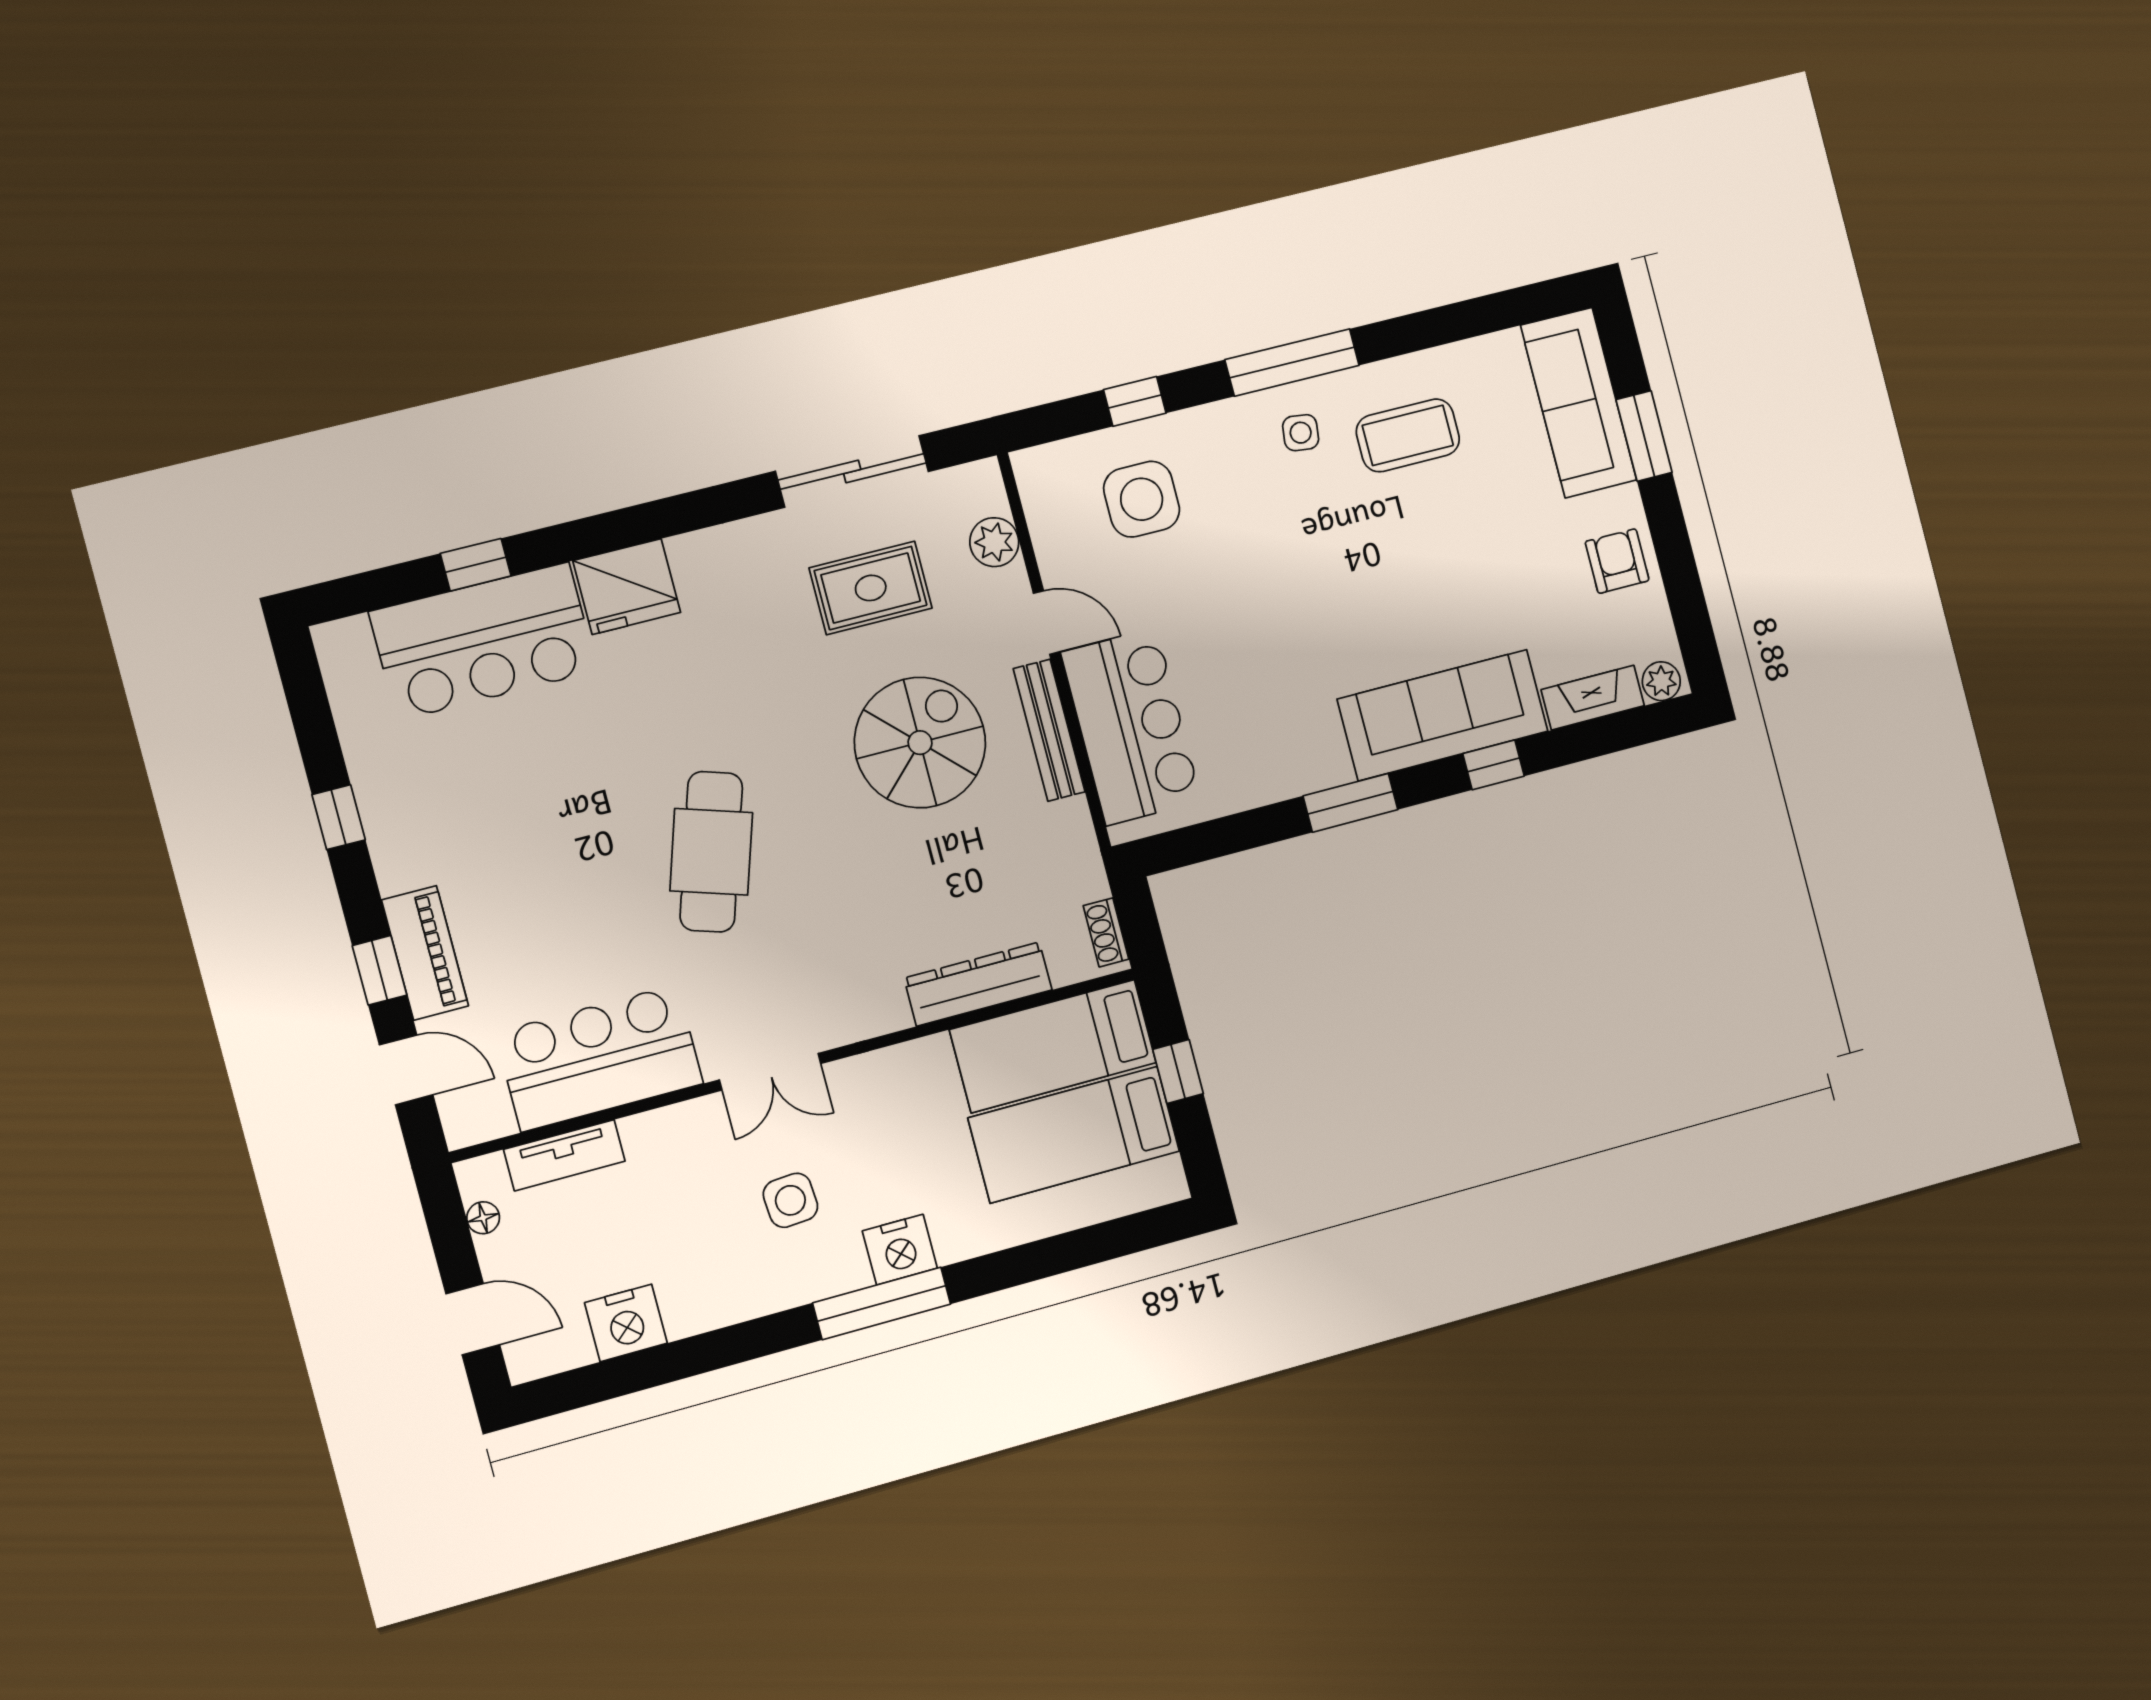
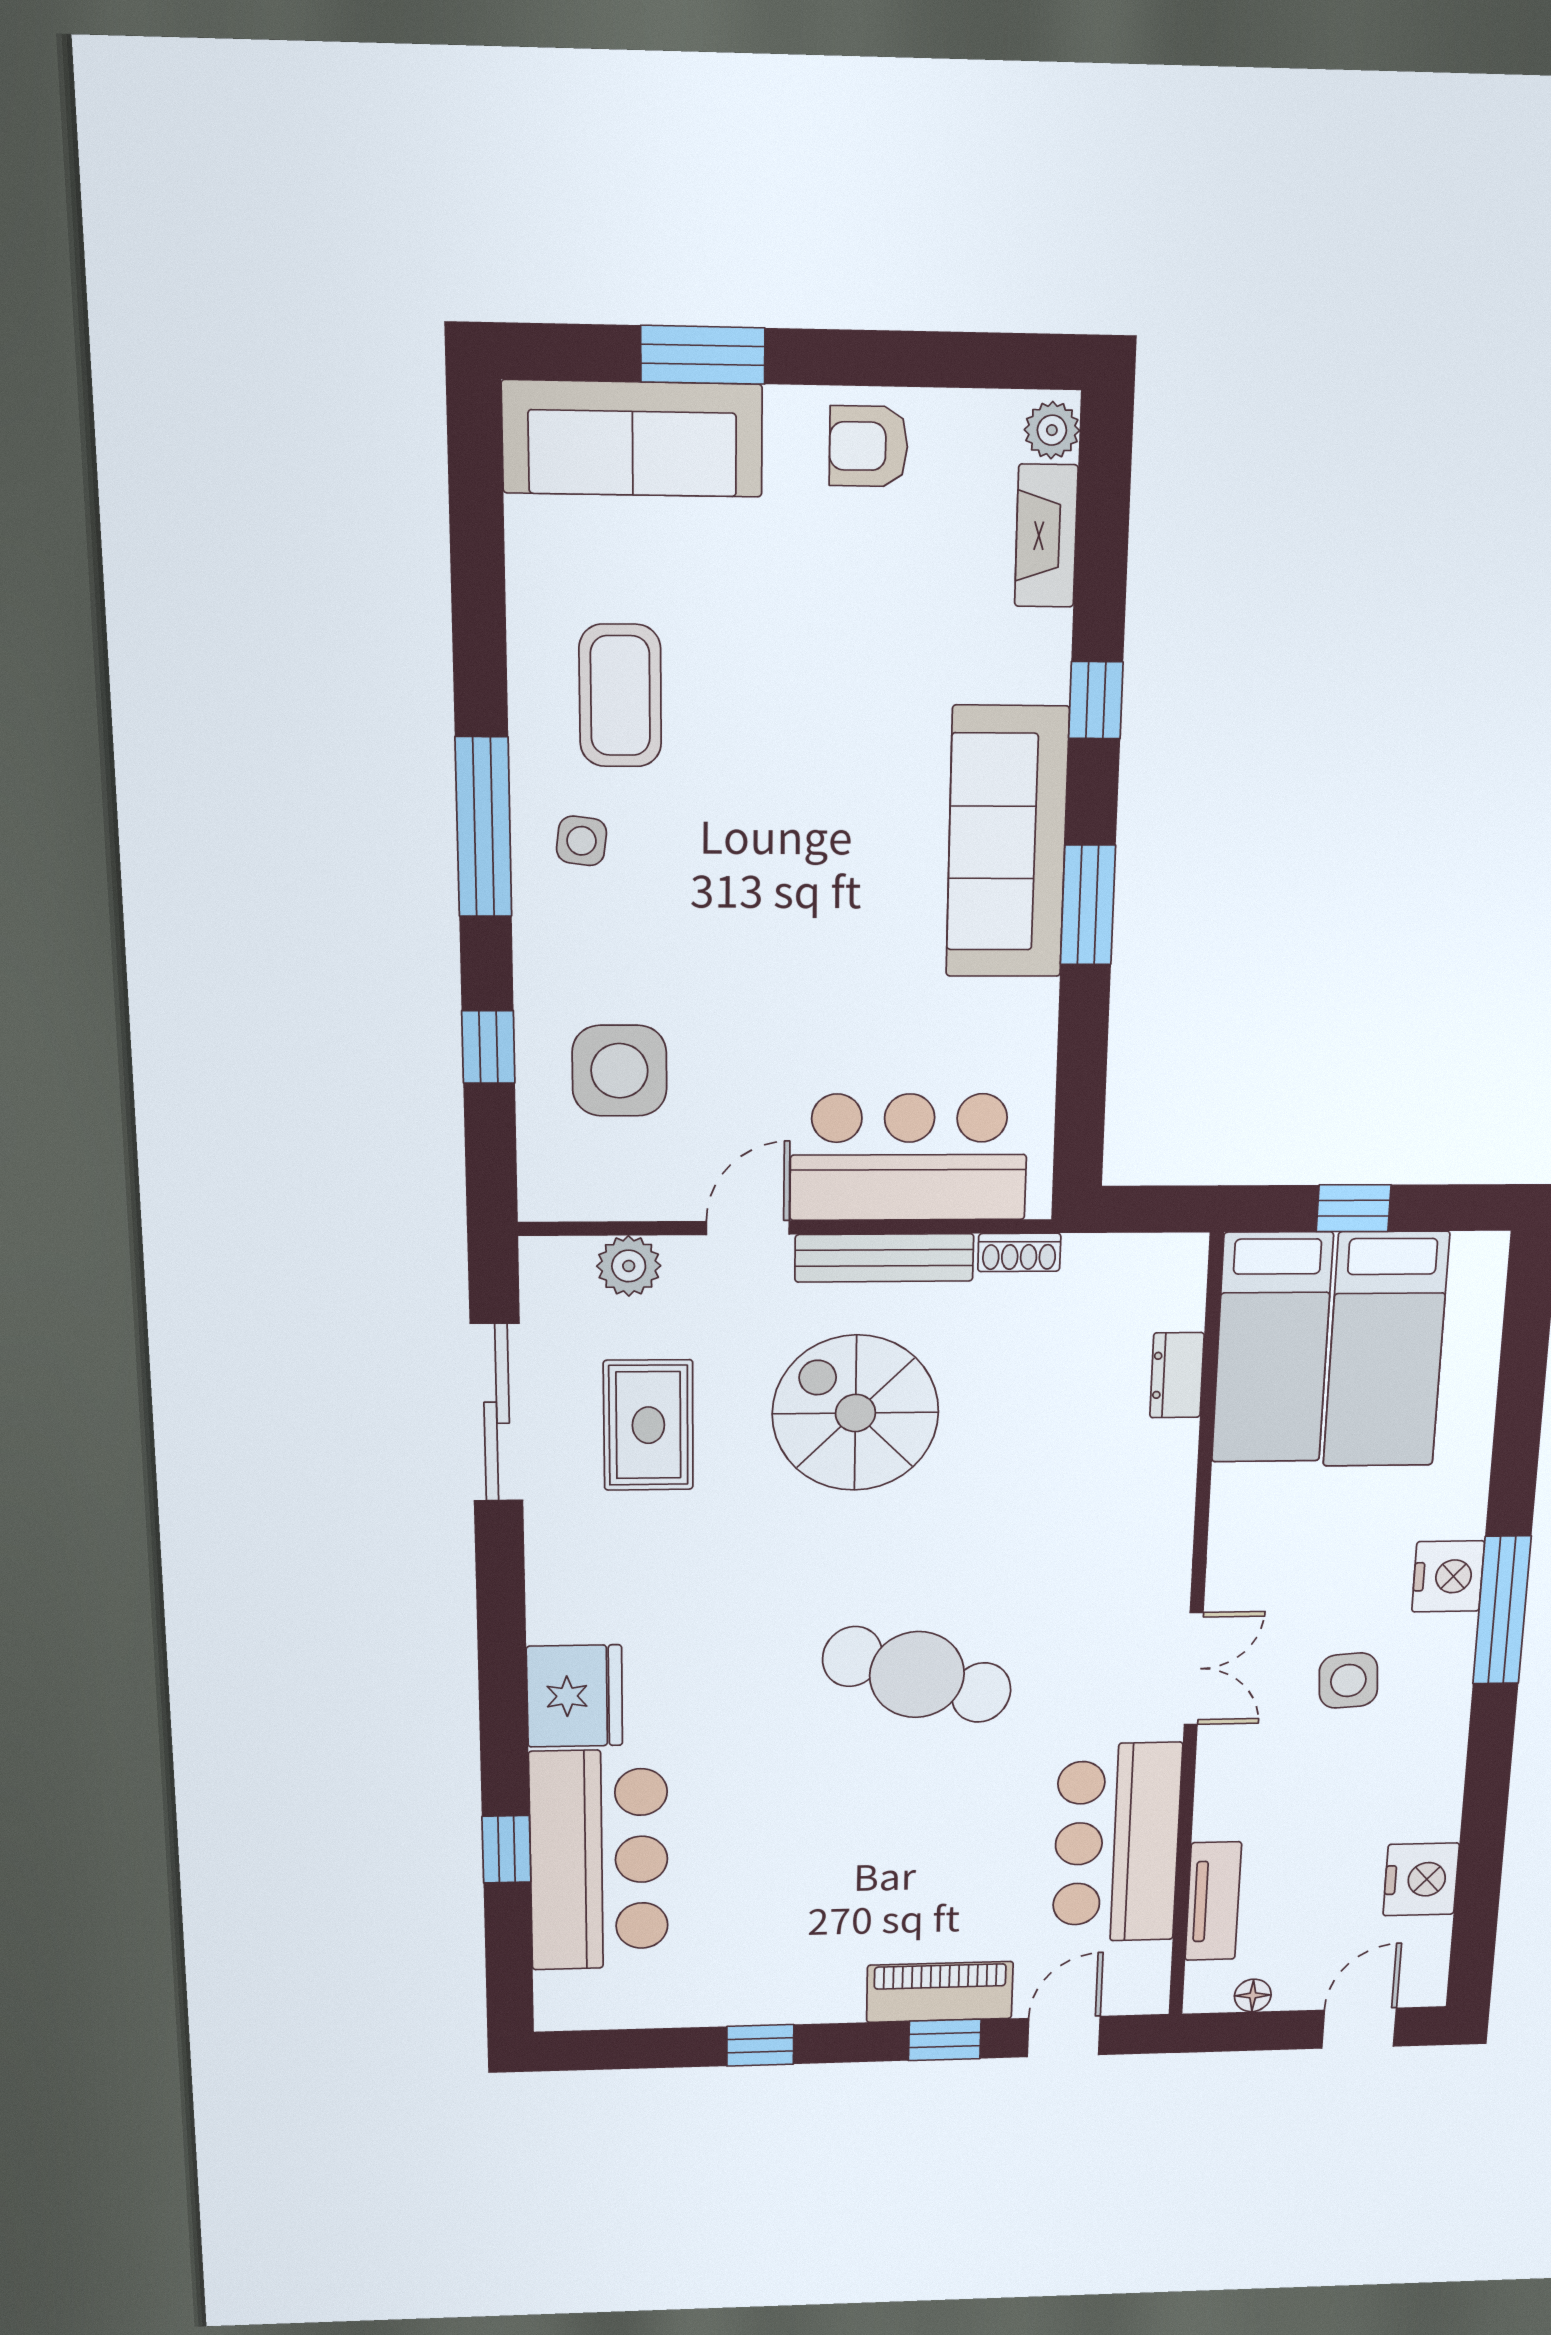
sofa: (1443, 715) -> (1007, 842), moved
shoe rack: (1106, 932) -> (1019, 1252), moved
dresser: (978, 984) -> (1177, 1375), width x0.51, depth x0.80

